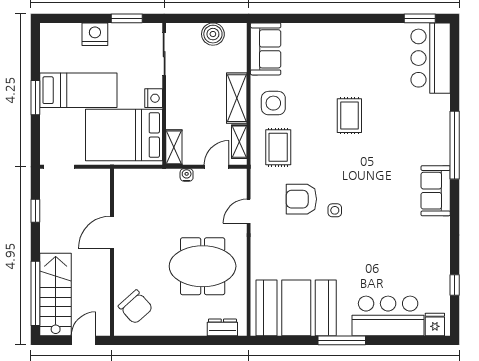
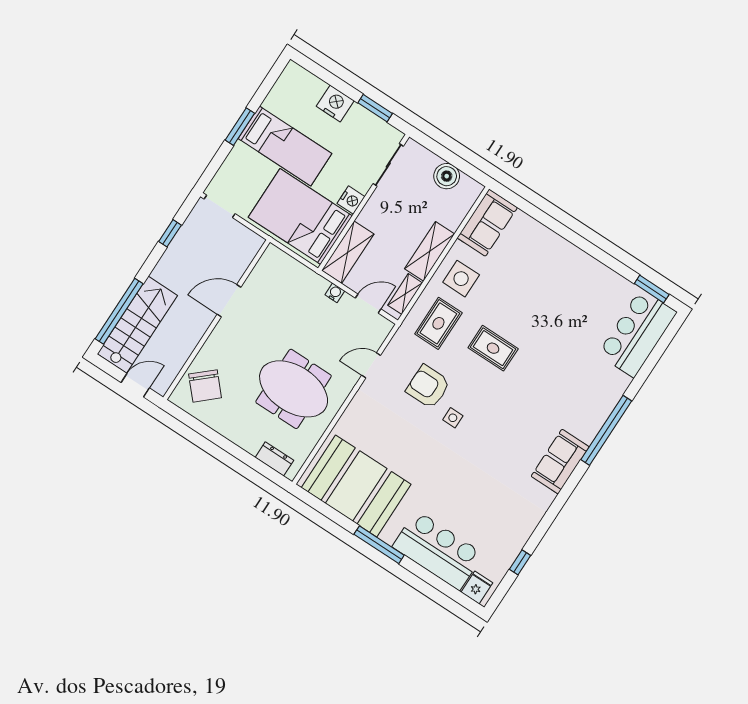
rug: (349, 116) -> (493, 348), moved, turned 90
shelving: (174, 147) -> (348, 252), width x1.50, depth x1.33

